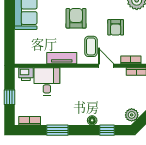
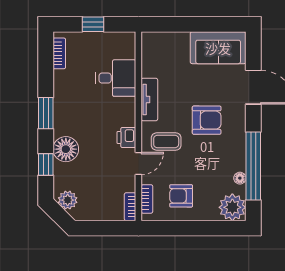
armchair: (116, 27) -> (181, 196), moved
printer: (26, 74) -> (126, 137), moved
floor lamp: (92, 120) -> (66, 149), width x1.89, depth x1.89
window: (57, 130) -> (46, 113), moved

